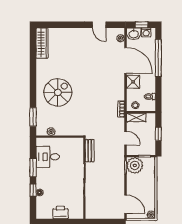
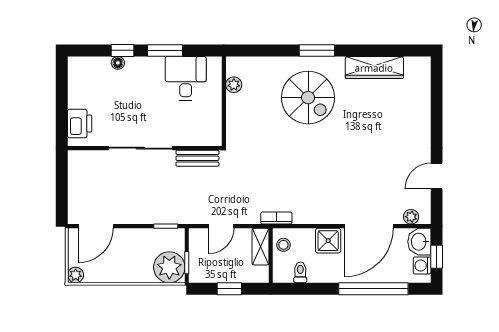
wardrobe: (42, 43) -> (374, 68), moved
window: (33, 117) -> (317, 50), moved
plant: (135, 165) -> (169, 267), moved
printer: (60, 213) -> (80, 124), moved

